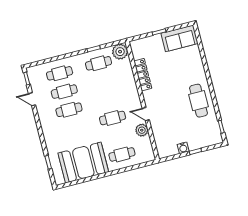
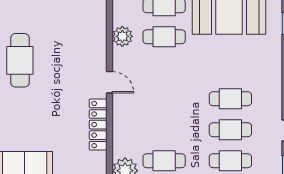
door: (146, 114) -> (110, 82), moved
cafe table: (113, 118) -> (164, 37), moved

